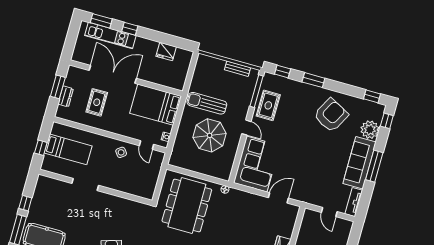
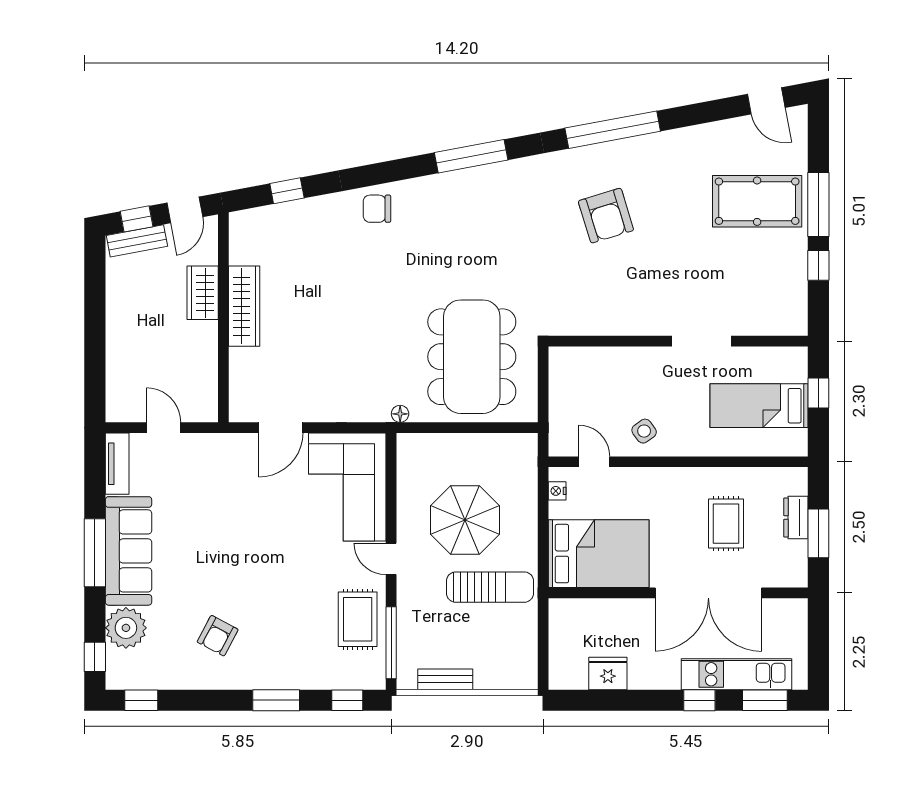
armchair: (331, 115) -> (218, 636), width x0.53, depth x0.53

